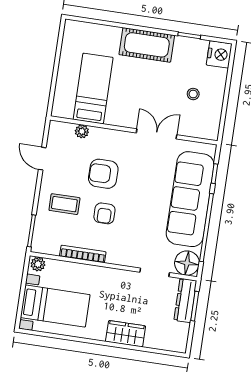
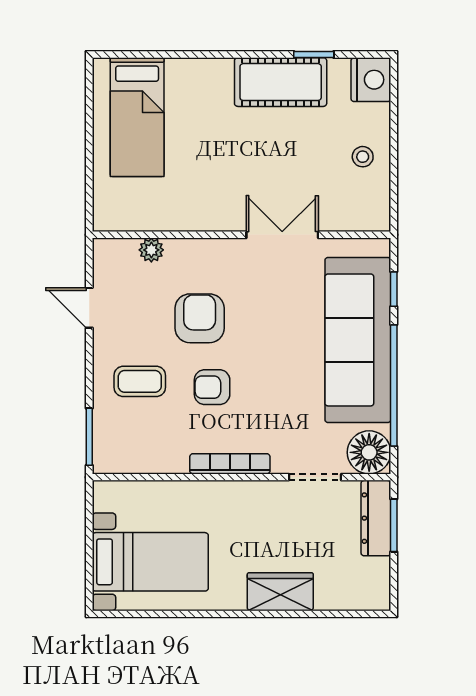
cot: (147, 45) -> (281, 82), moved
bed: (93, 88) -> (137, 117), moved, turned 180
stool: (193, 94) -> (363, 157), moved
armchair: (103, 174) -> (200, 318), turned 90
armchair: (104, 213) -> (212, 387), turned 90
bookcase: (83, 254) -> (230, 464), moved
plant: (38, 264) -> (109, 493), removed

